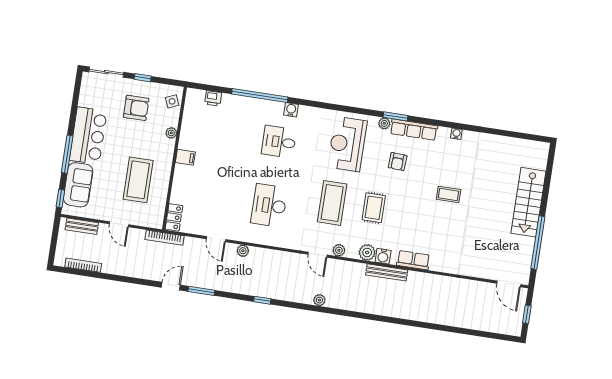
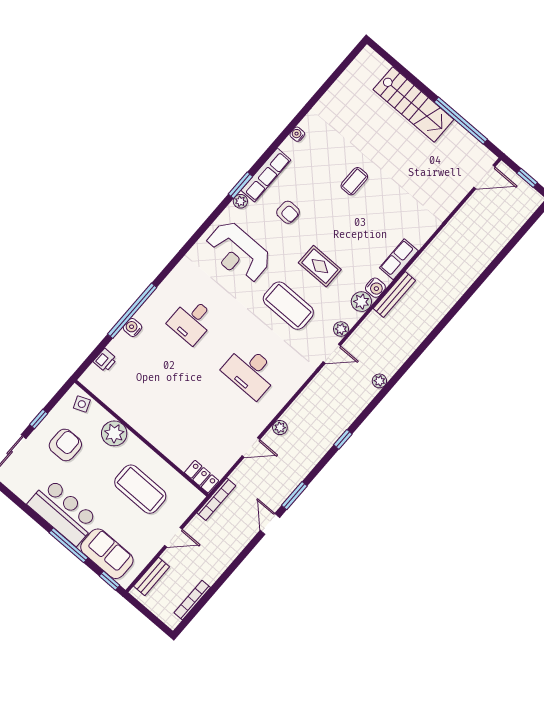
water cooler: (291, 110) -> (132, 328), moved
plant: (171, 133) -> (114, 433), width x1.87, depth x1.87
filing cabinet: (185, 157) -> (147, 426), removed

